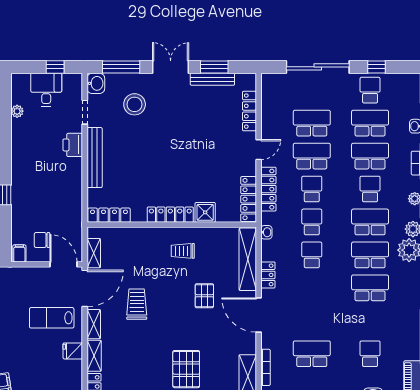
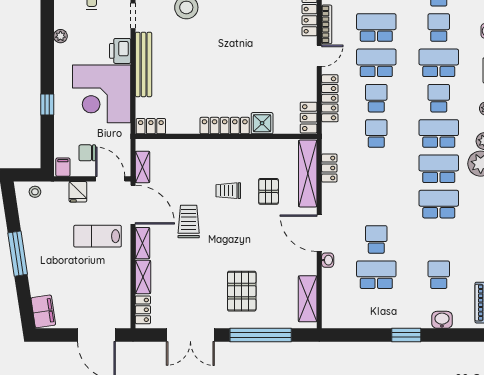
plant: (17, 111) -> (60, 36), moved
school desk: (370, 123) -> (439, 28), width x0.54
corner desk: (55, 185) -> (102, 94), added
locker: (249, 199) -> (309, 118), width x0.66
locker: (109, 215) -> (151, 126), width x0.66
washbasin: (266, 232) -> (328, 260), moved
trolley: (183, 251) -> (228, 191), moved
school desk: (312, 255) -> (376, 239), moved
locker: (268, 275) -> (329, 168), moved
door: (85, 288) -> (133, 205), hinge flipped
pallet: (204, 296) -> (269, 191), moved
fridge: (73, 351) -> (78, 192), moved, turned -90
bookcase: (266, 367) -> (327, 24), moved

